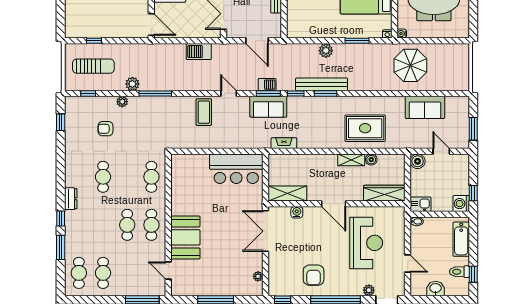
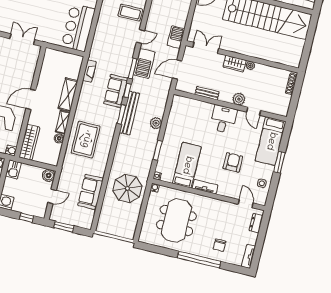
barbecue: (199, 52) -> (176, 37), moved
barbecue: (267, 85) -> (144, 63), width x1.88, depth x1.53
sofa: (268, 107) -> (116, 91), moved
window: (473, 193) -> (26, 218), moved
shelving: (287, 194) -> (68, 95), moved
water cooler: (297, 212) -> (11, 150), moved
double door: (266, 231) -> (22, 39), width x0.73

